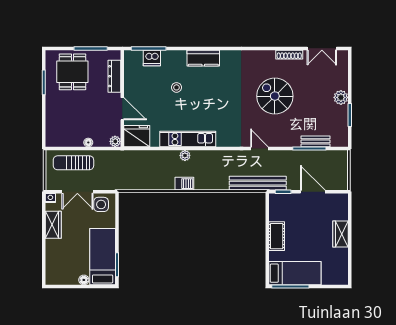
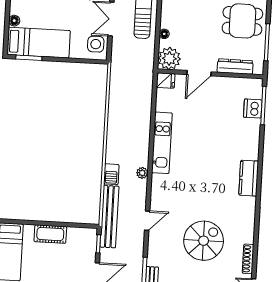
kitchen counter: (203, 58) -> (249, 178), moved
stool: (176, 87) -> (219, 134), removed
fridge: (137, 136) -> (166, 81), width x0.53, depth x0.75
plant: (115, 141) -> (169, 58), width x1.88, depth x1.88
plant: (185, 155) -> (142, 173), moved
barbecue: (184, 184) -> (111, 174), moved

